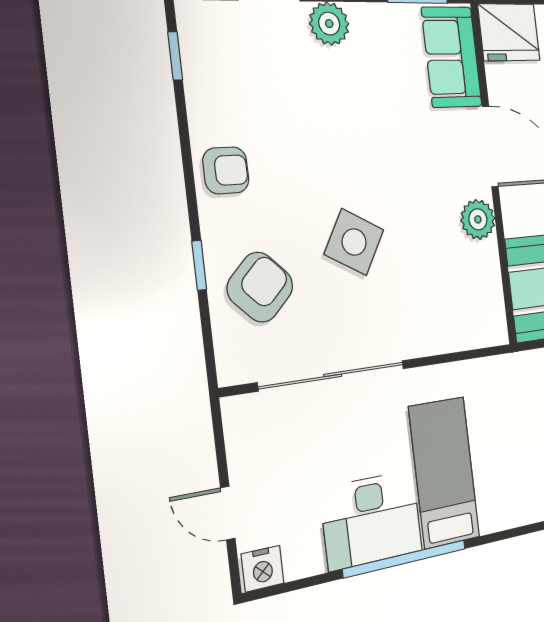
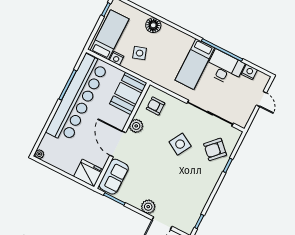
armchair: (226, 170) -> (156, 106), moved
nightstand: (263, 569) -> (249, 72), moved

